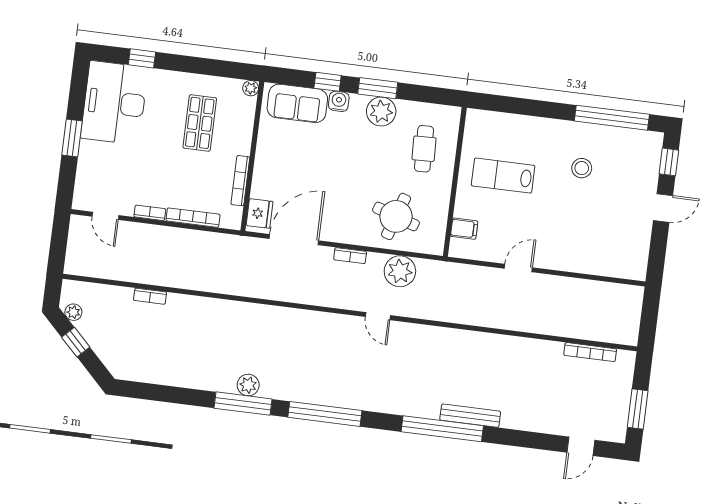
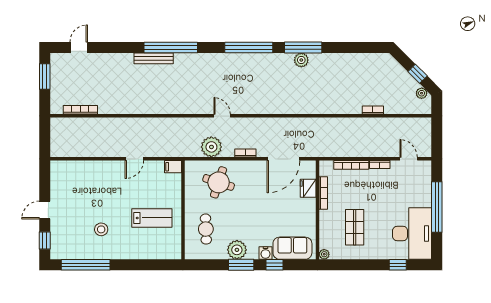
window: (72, 138) -> (437, 207), width x2.11
fridge: (259, 213) -> (308, 188), moved
filing cabinet: (464, 229) -> (173, 167), moved

